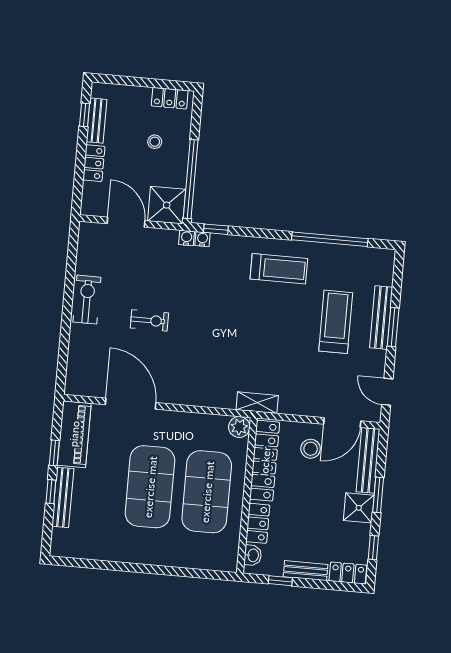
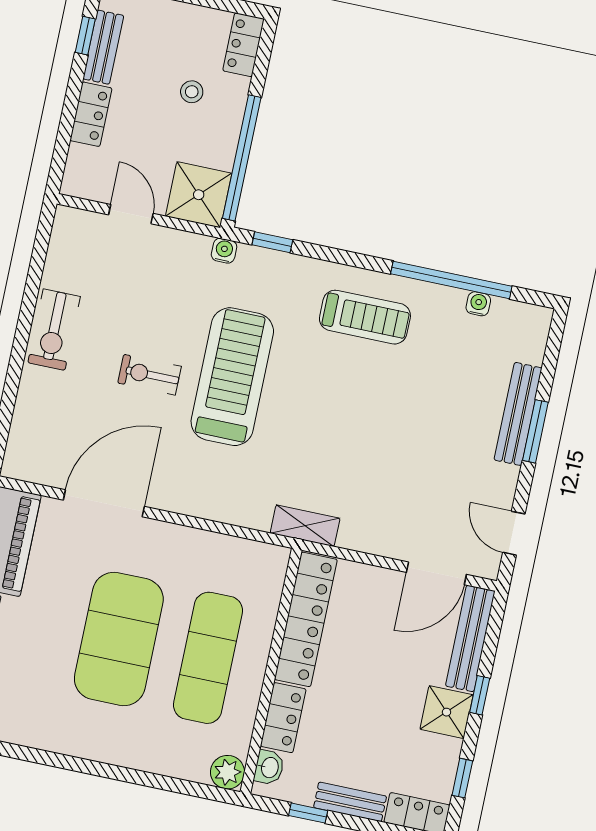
locker: (170, 98) -> (244, 45), moved, turned 90
door: (126, 222) -> (131, 214), width x0.73
water cooler: (202, 239) -> (478, 304), moved
exercise bike: (87, 300) -> (54, 330), turned 180
exercise bike: (149, 320) -> (150, 375), turned 180
treadmill: (336, 322) -> (232, 377), moved, width x1.37, depth x1.38
door: (131, 404) -> (104, 503), hinge flipped
plant: (239, 427) -> (228, 772), moved
stool: (311, 449) -> (381, 609), removed
exercise mat: (207, 492) -> (208, 658), width x0.68
window: (378, 495) -> (480, 695), width x0.67

